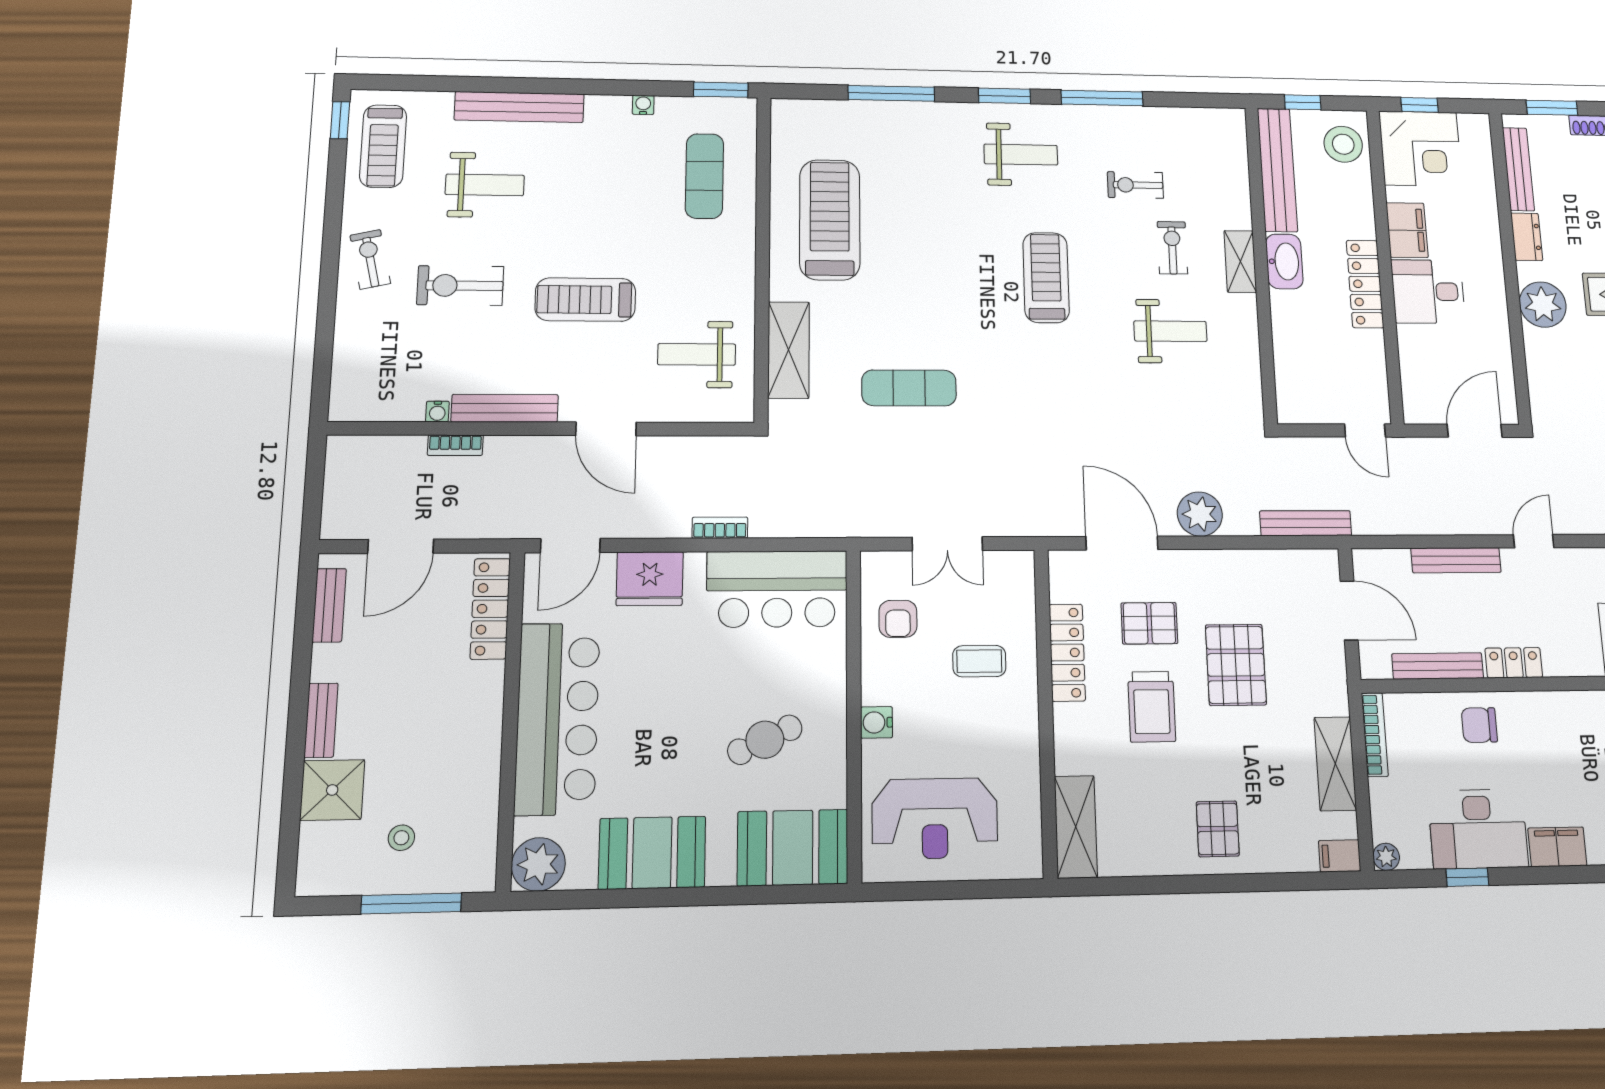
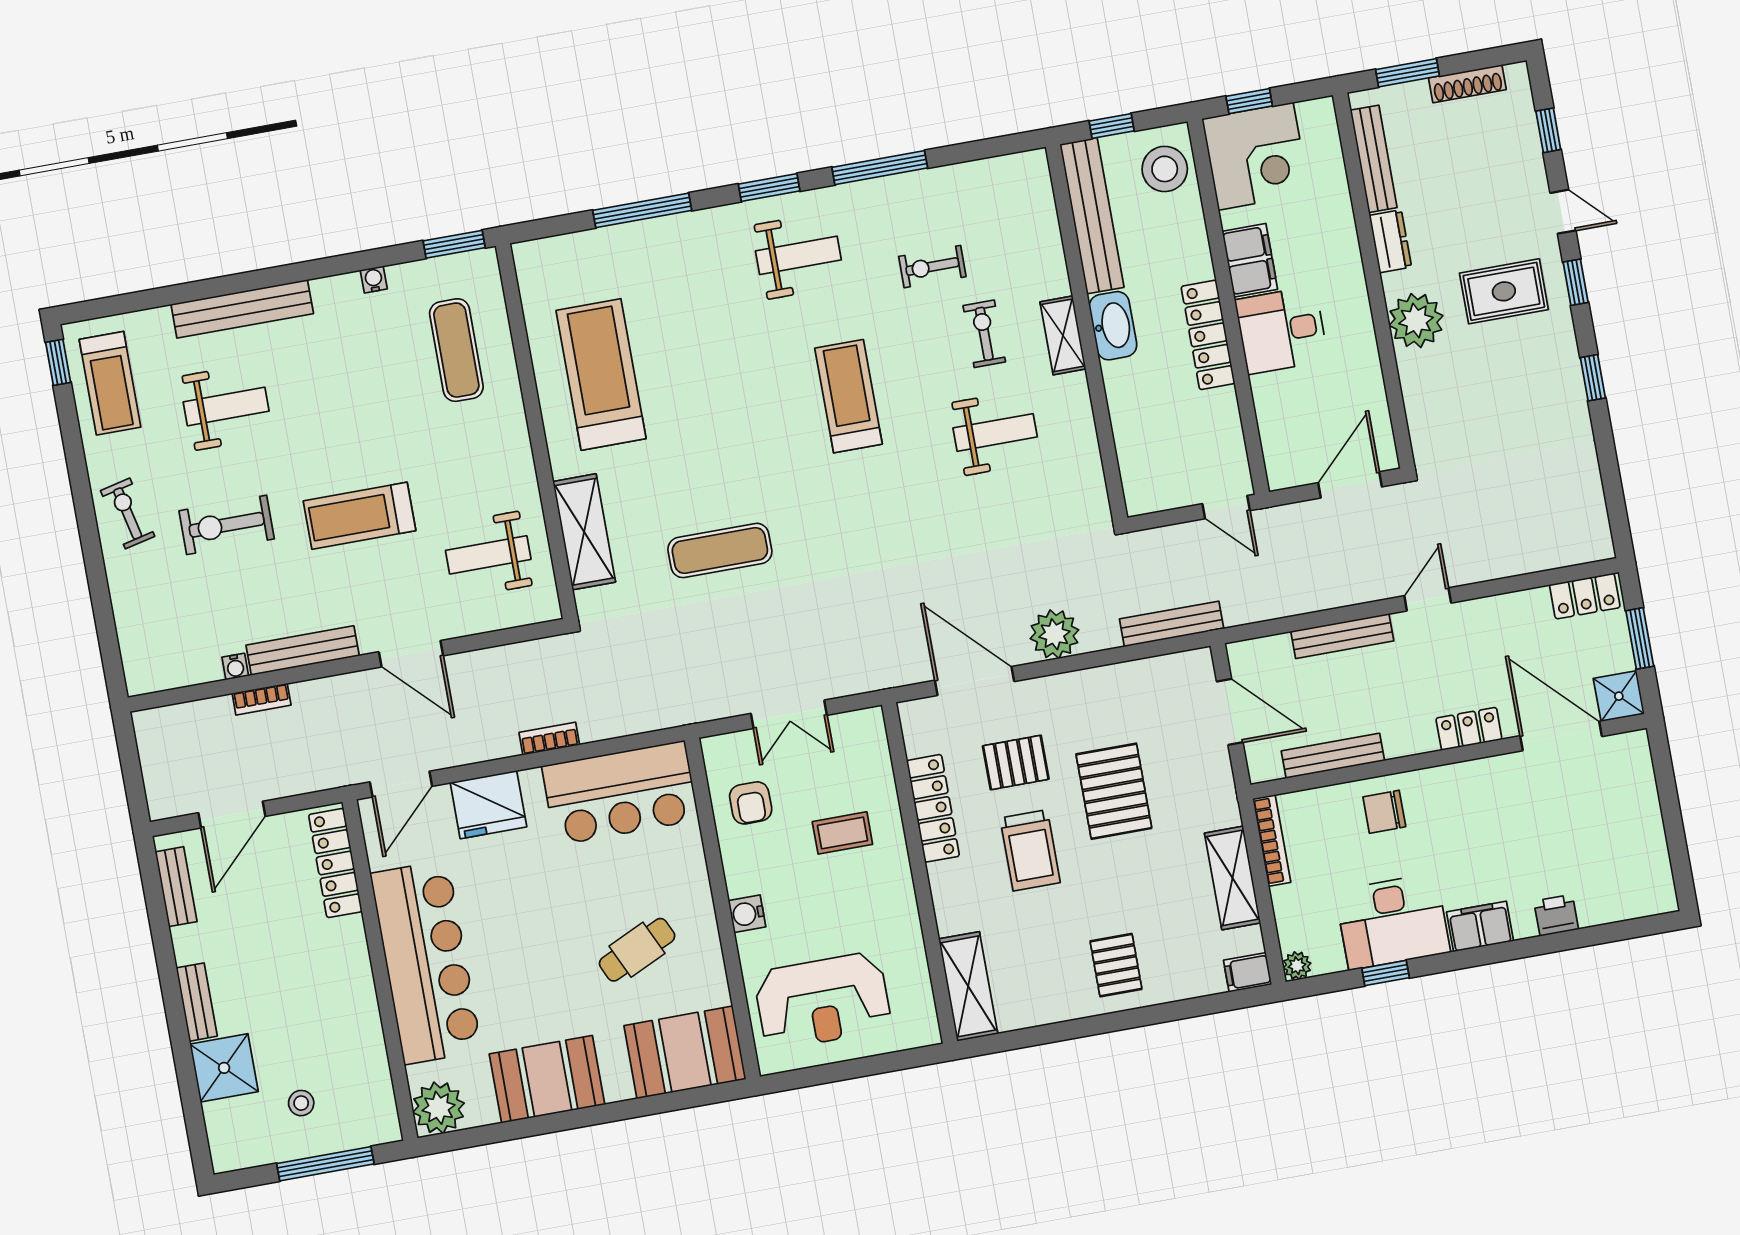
locker: (1514, 663) -> (1469, 729), moved

